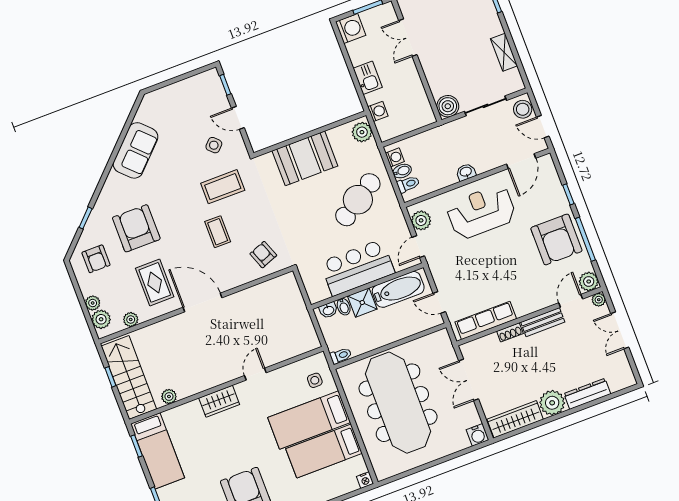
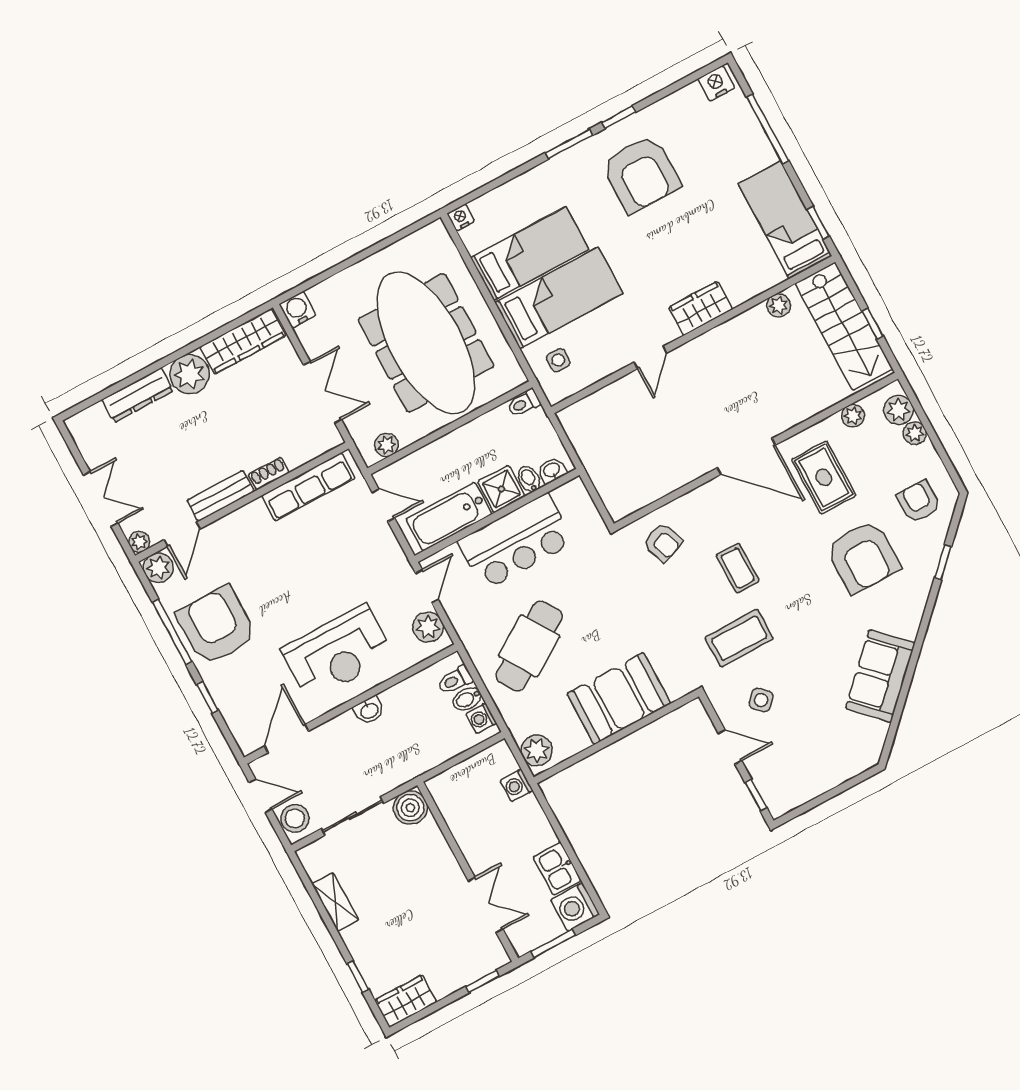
kitchen sink: (368, 78) -> (557, 869), moved
plant: (432, 341) -> (387, 445), added

